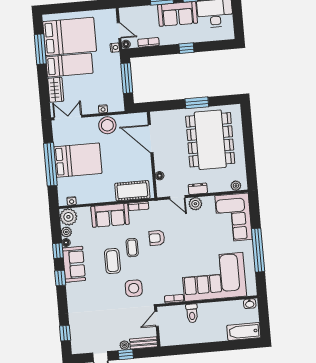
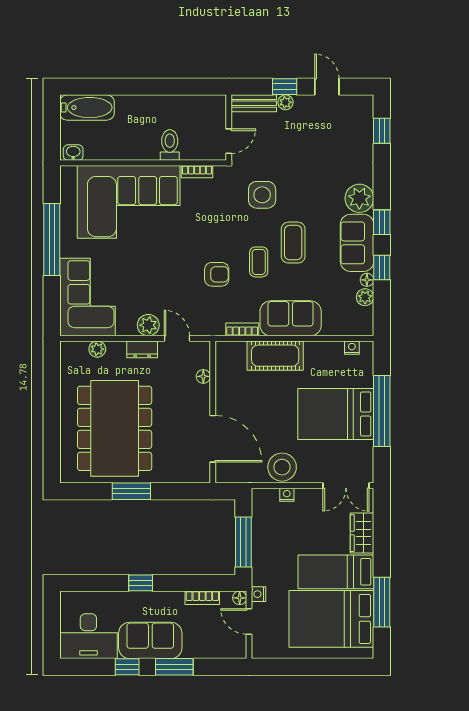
plant: (236, 186) -> (97, 349), moved
cot: (132, 191) -> (275, 356), moved
plant: (68, 217) -> (359, 198), moved

